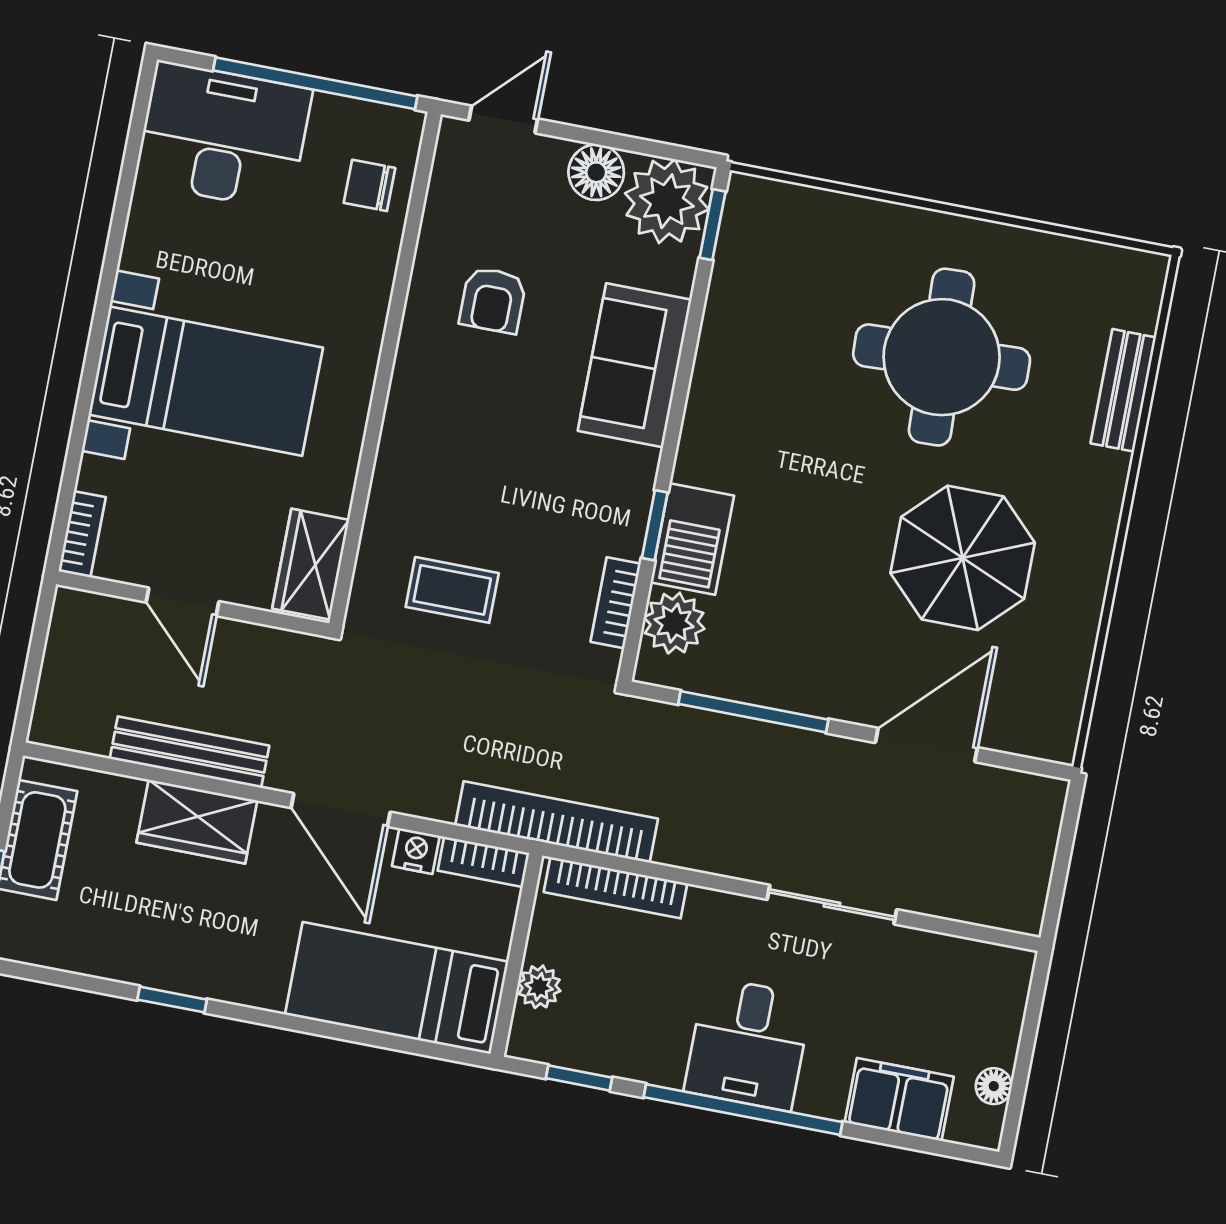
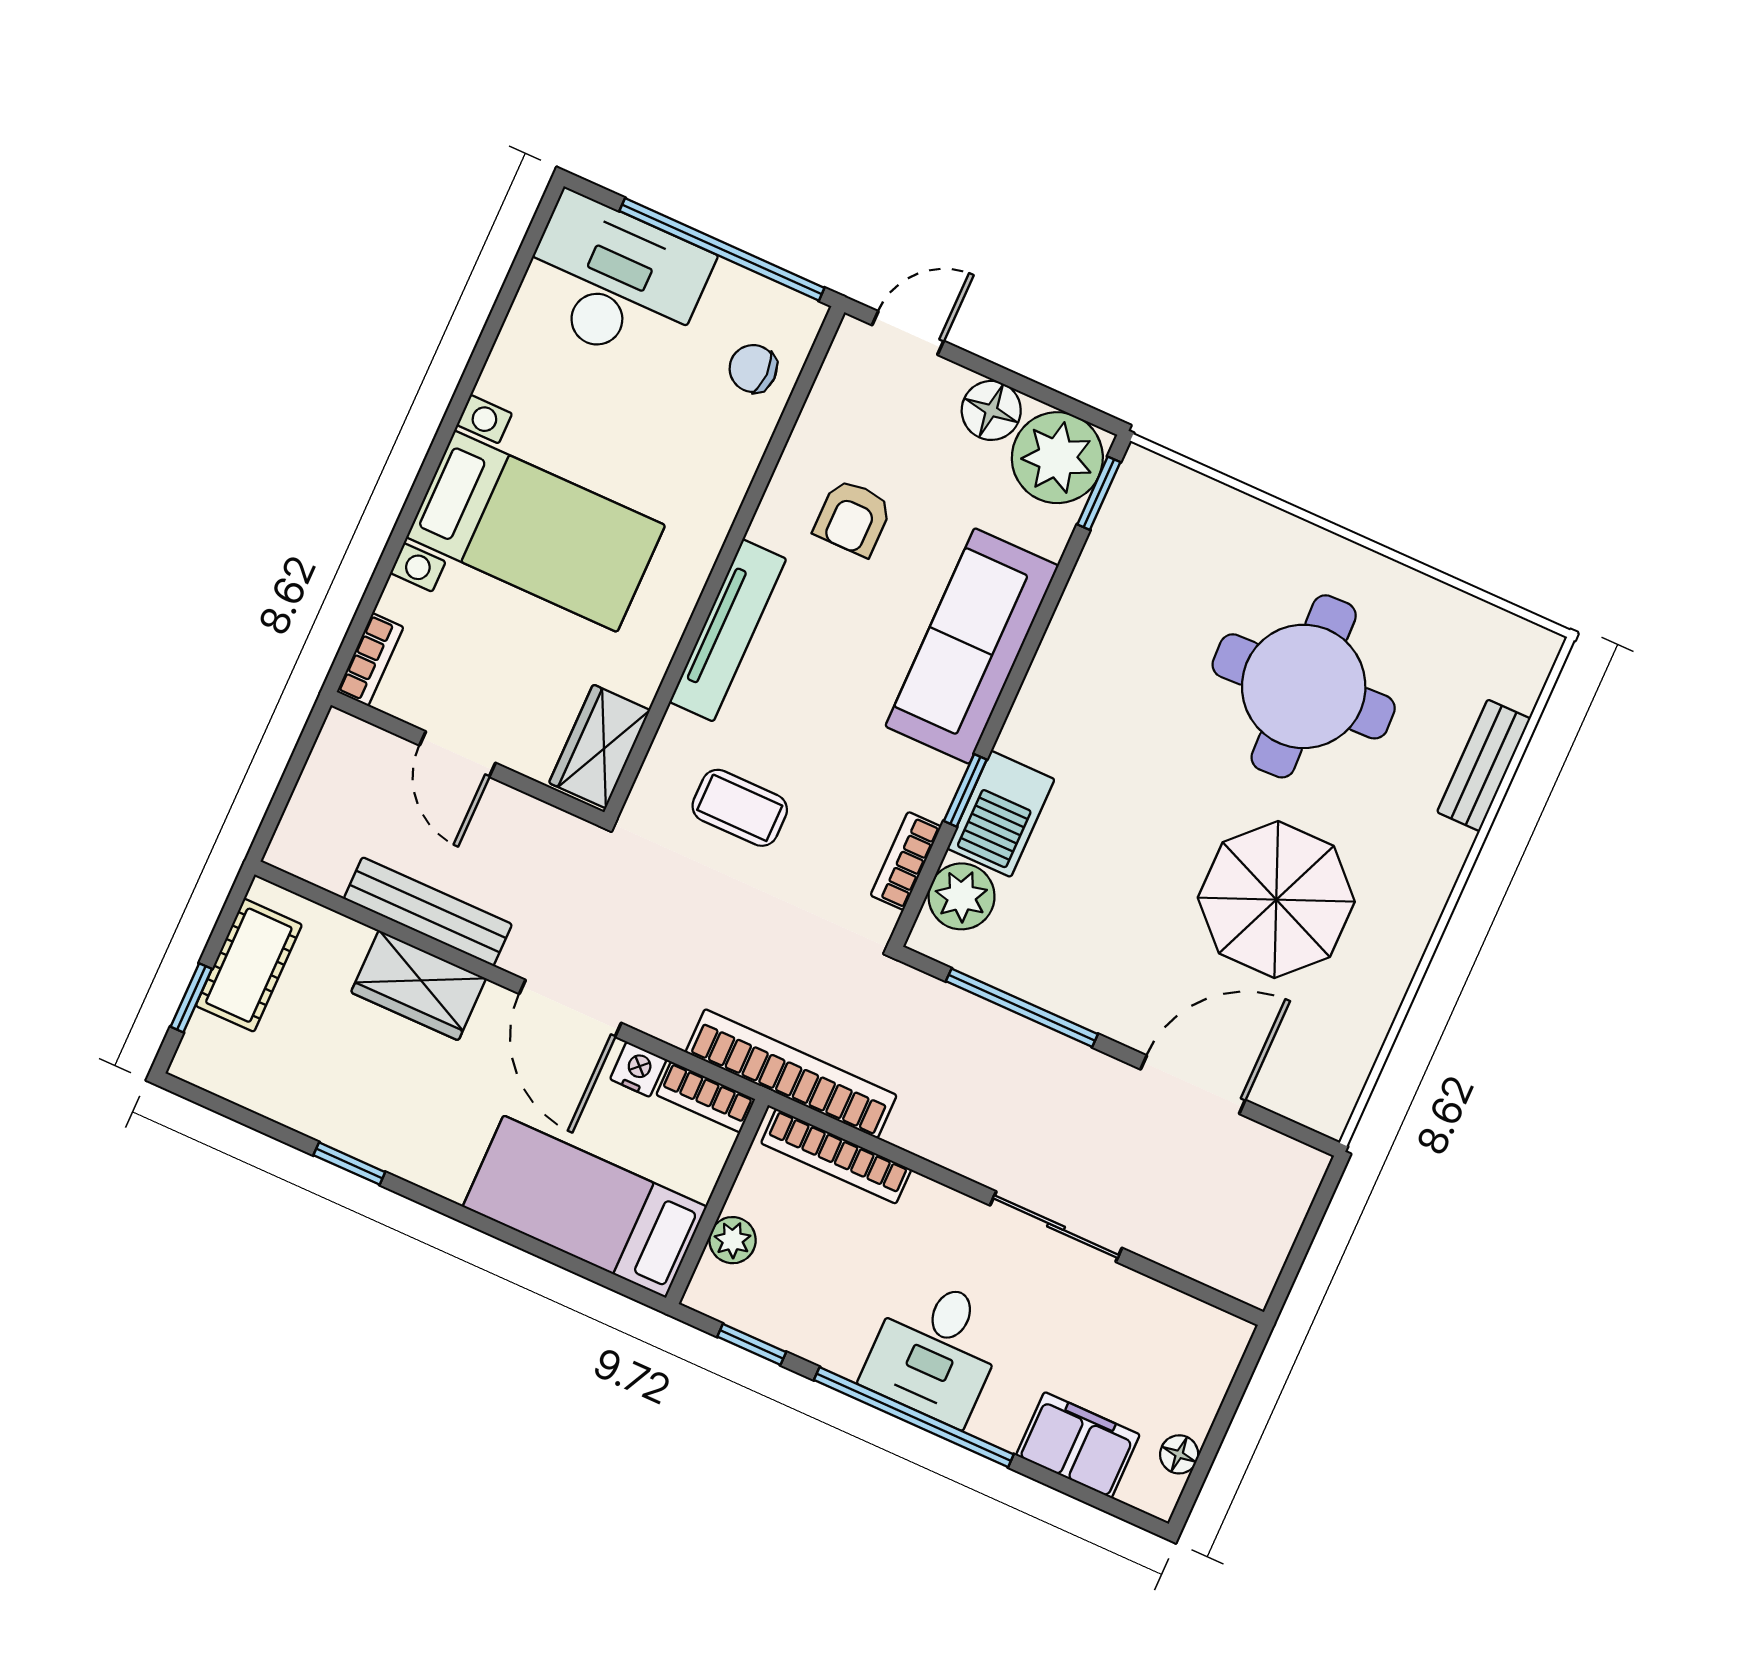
sofa: (635, 365) -> (972, 646), width x1.36
tv unit: (403, 430) -> (728, 630), added

